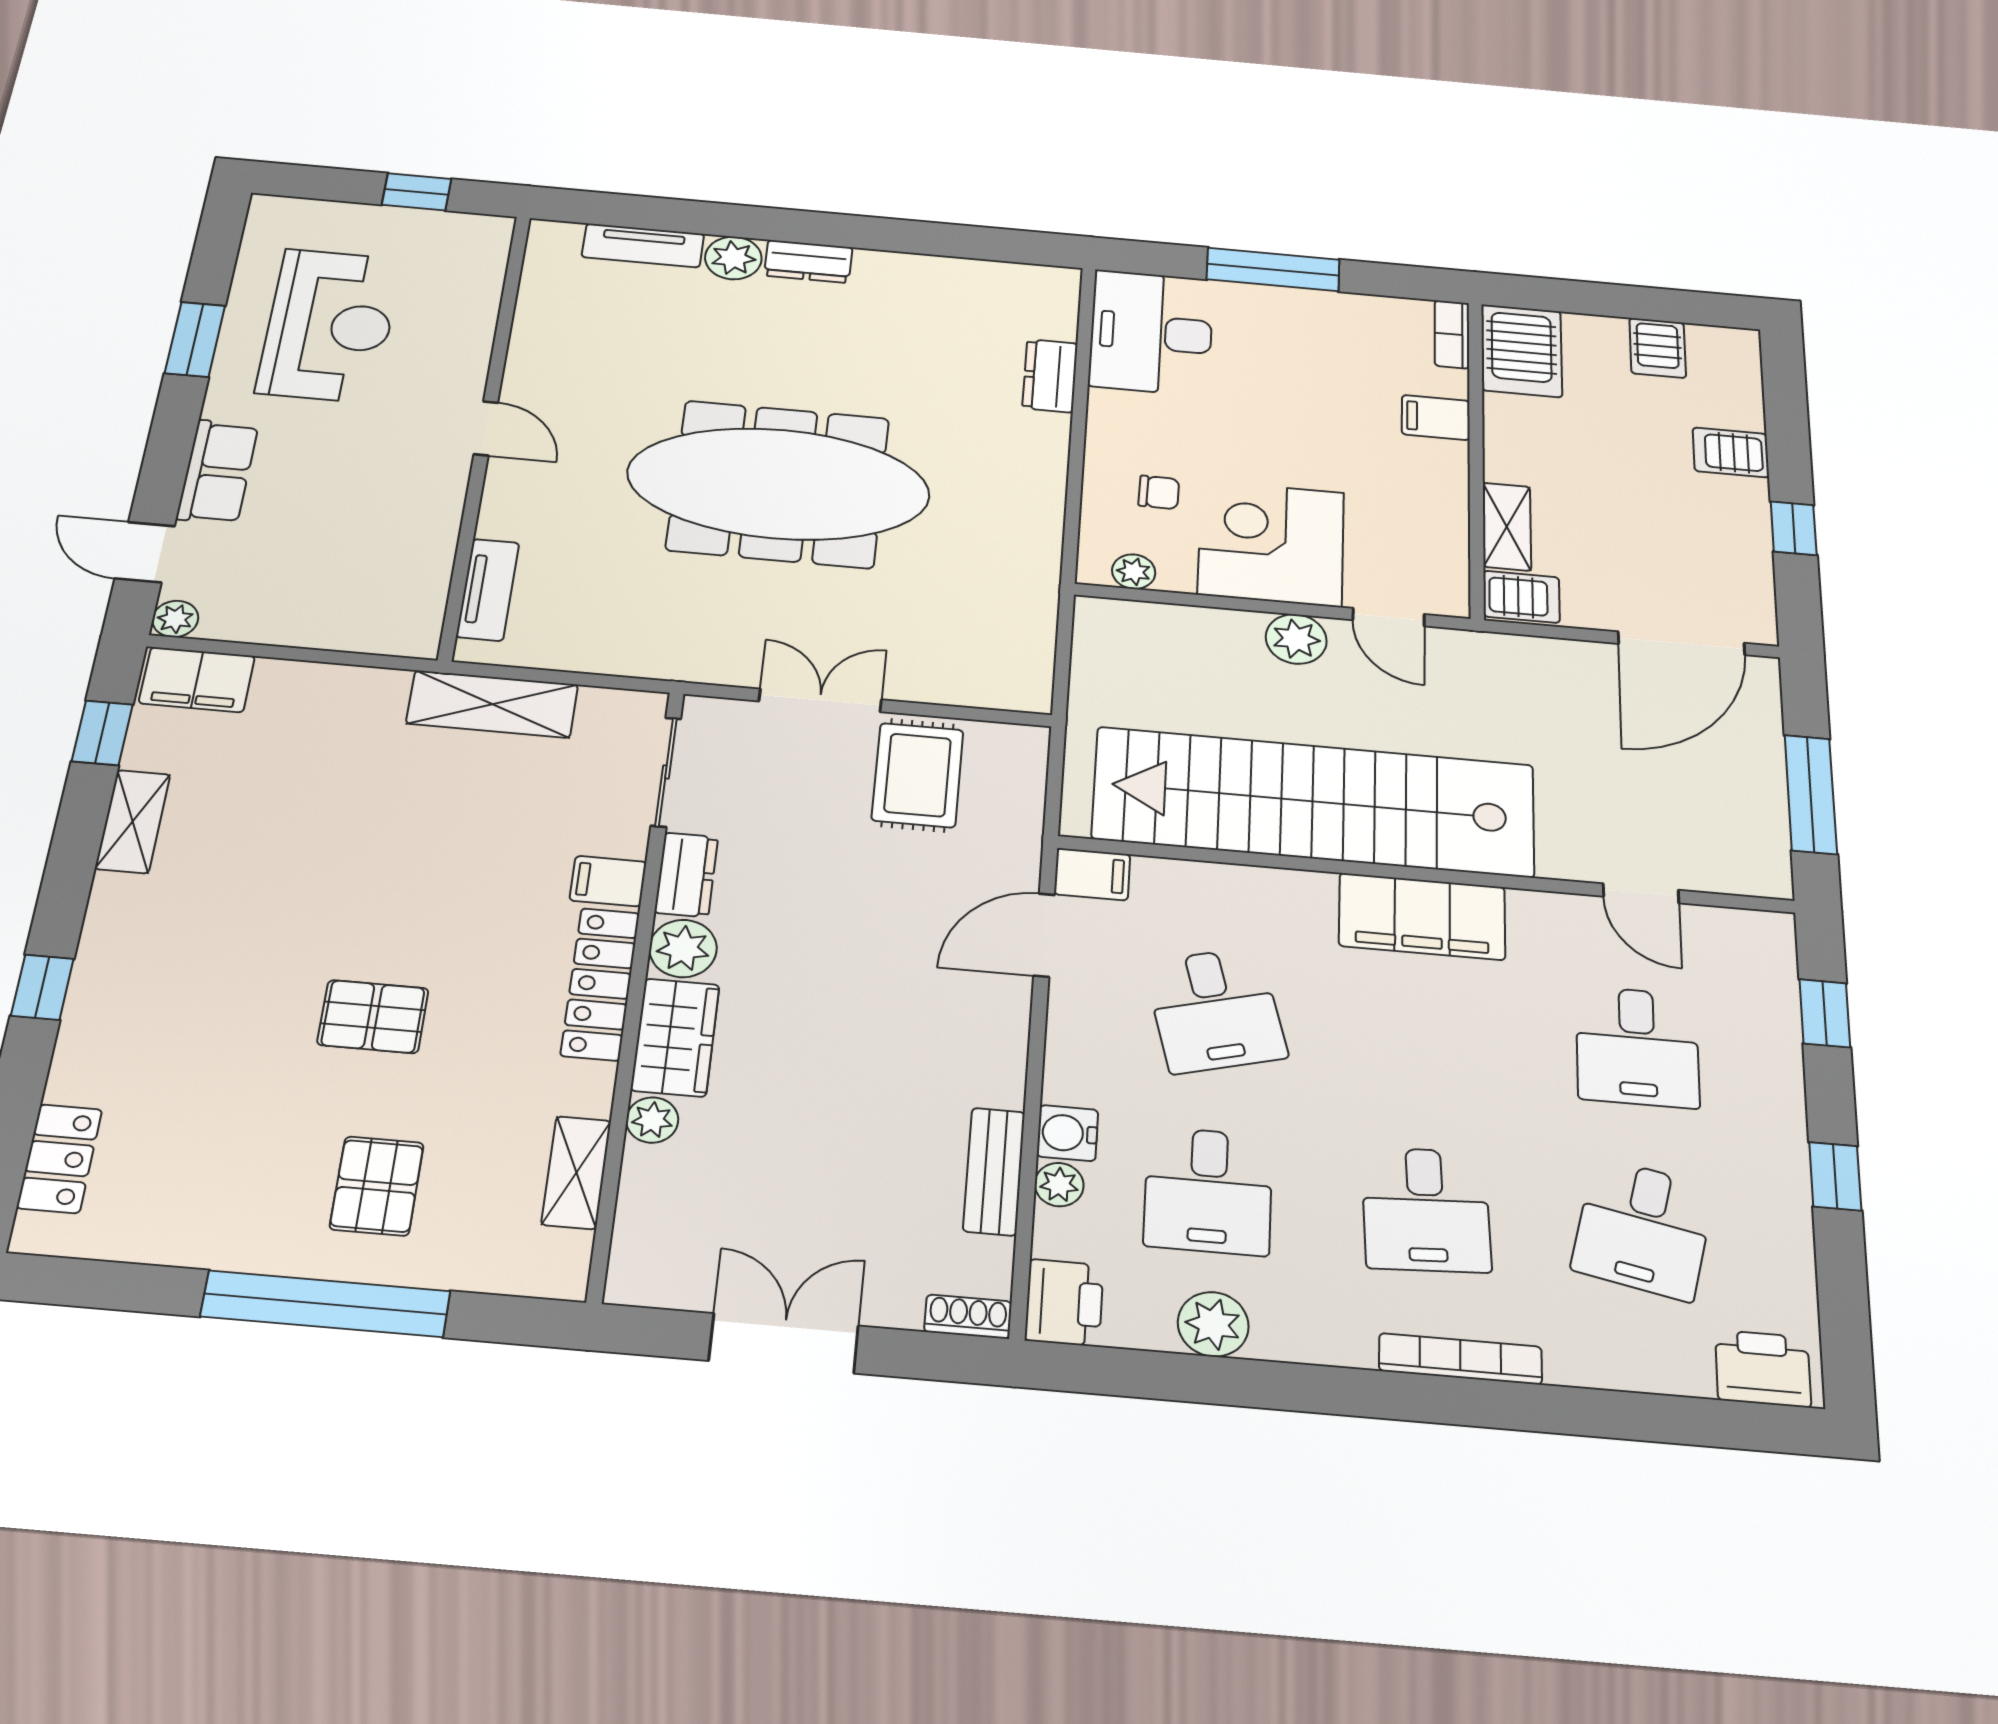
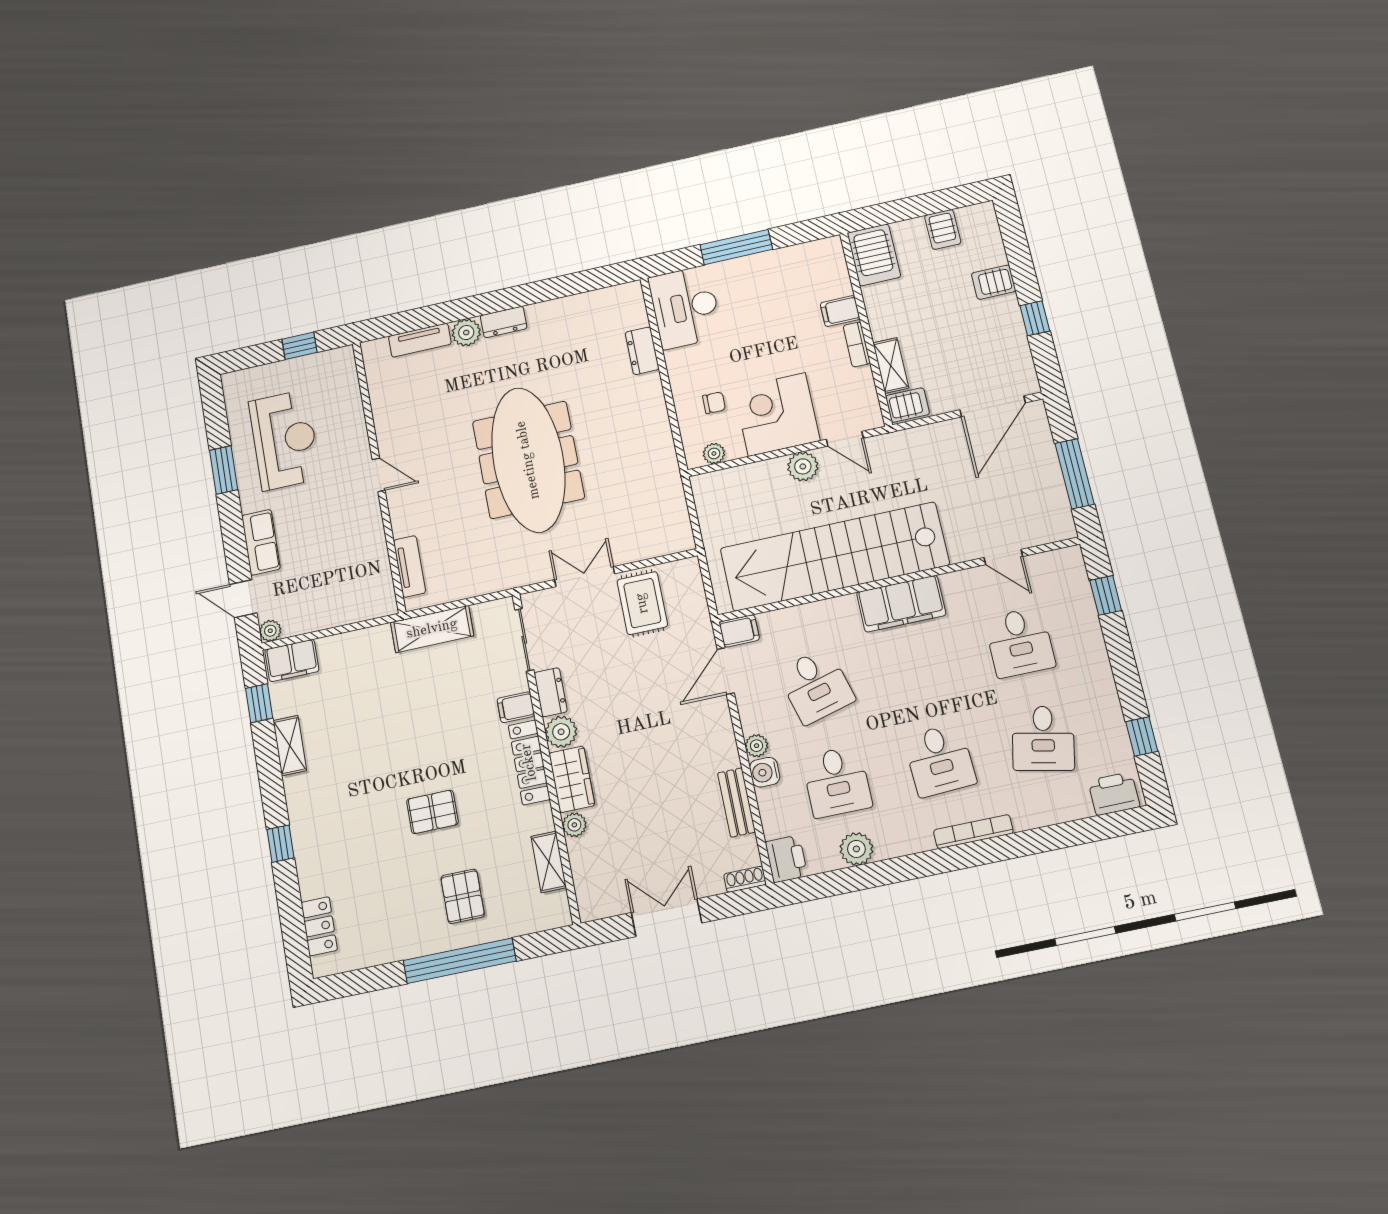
bookcase: (1452, 334) -> (857, 344), moved
meeting table: (778, 484) -> (528, 460), turned 90
window: (1835, 1176) -> (1142, 736), moved
plant: (1059, 1185) -> (756, 746), moved

